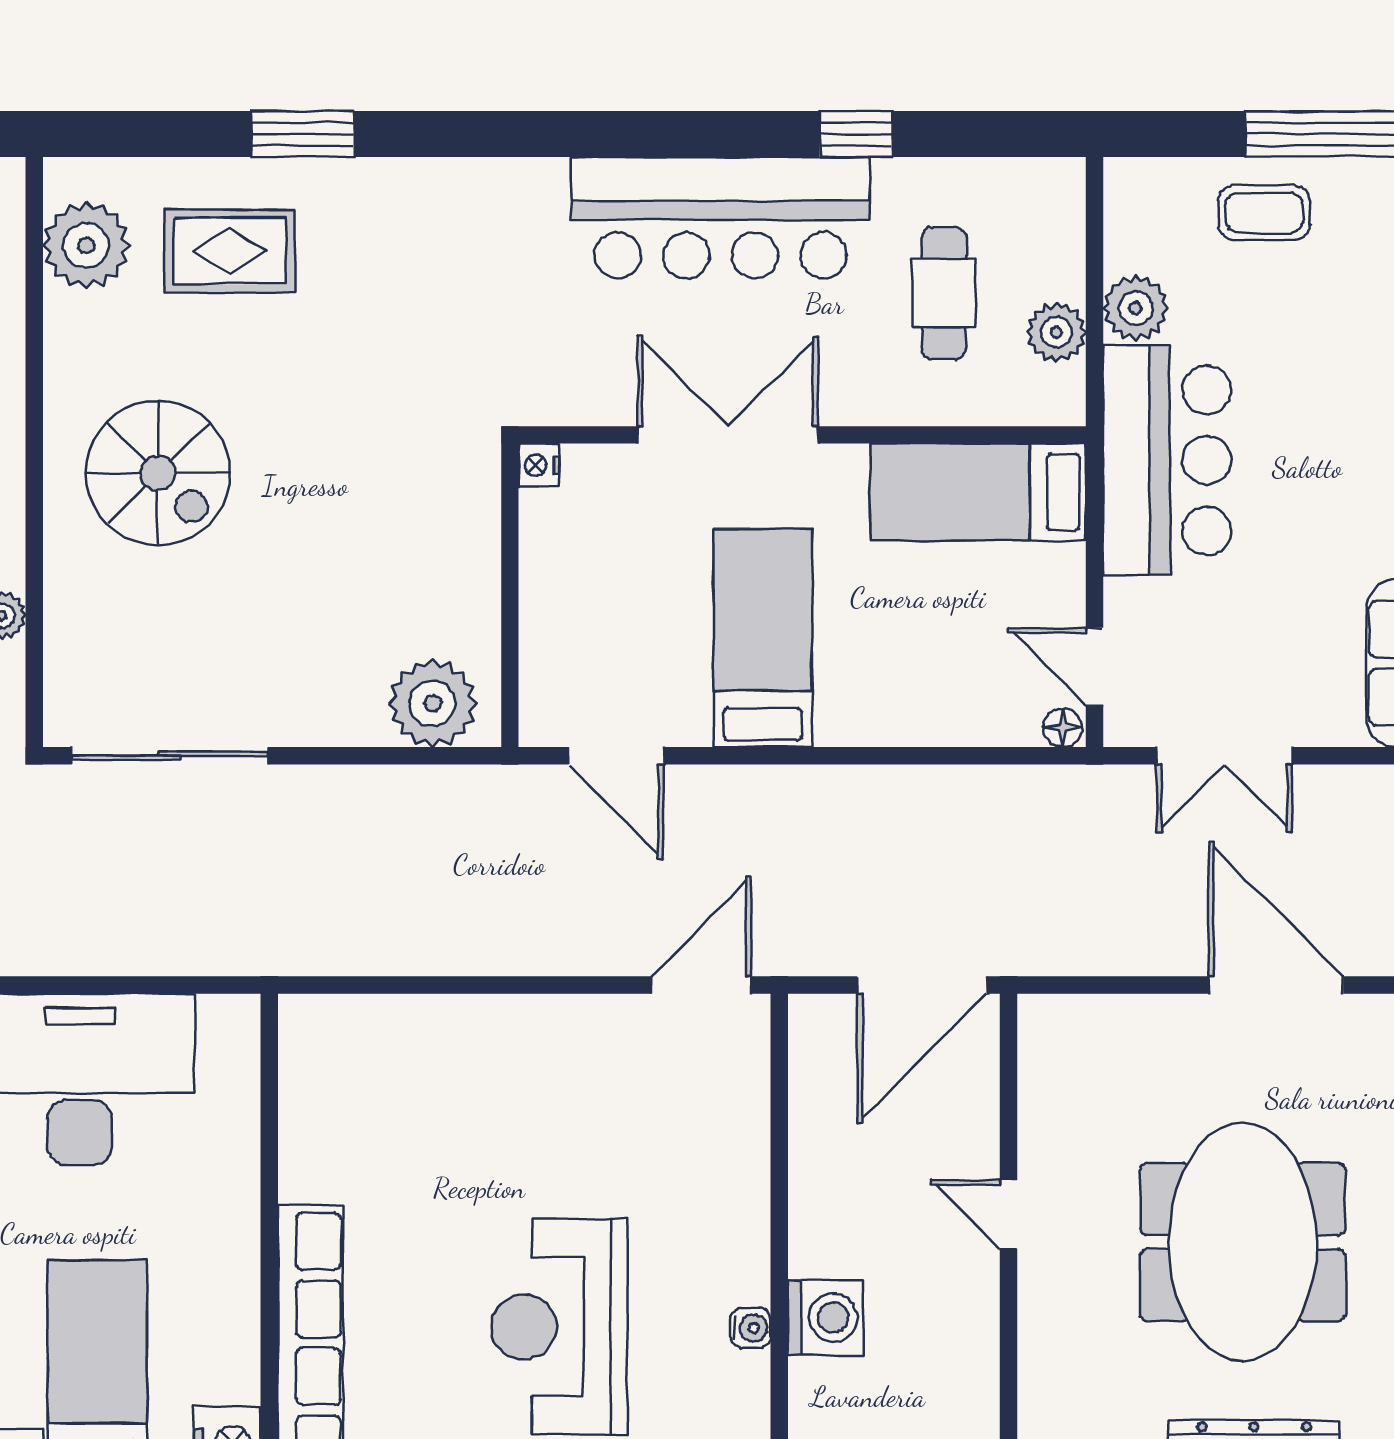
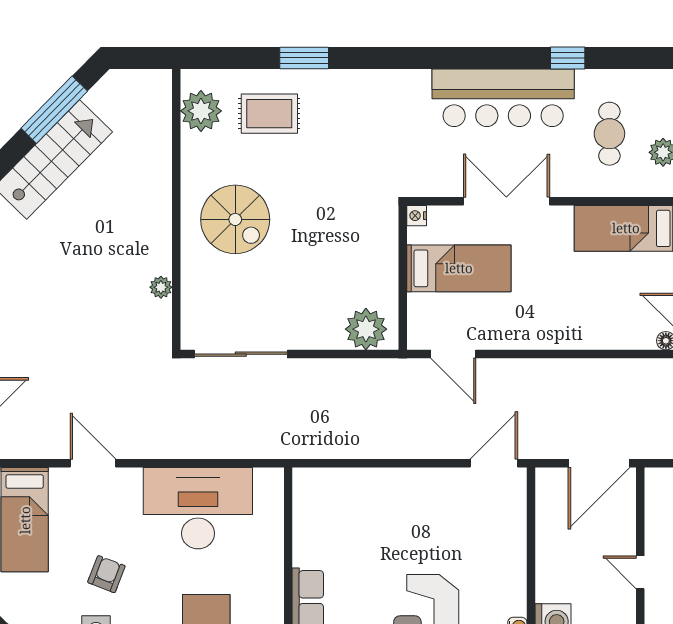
bed: (763, 638) -> (459, 268), moved, turned 90

